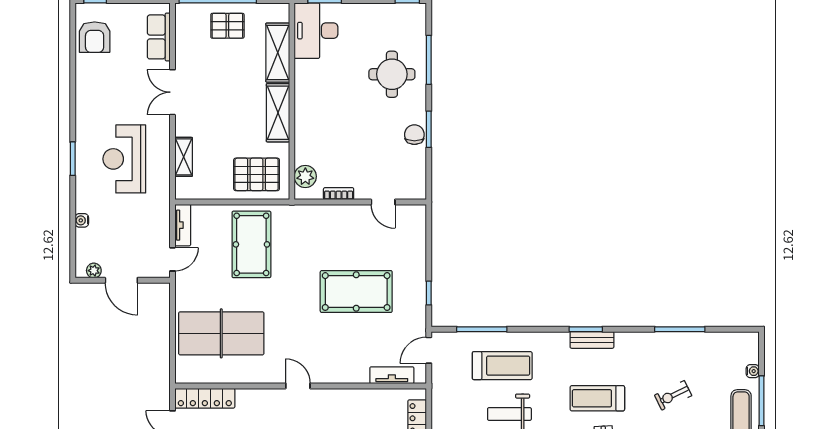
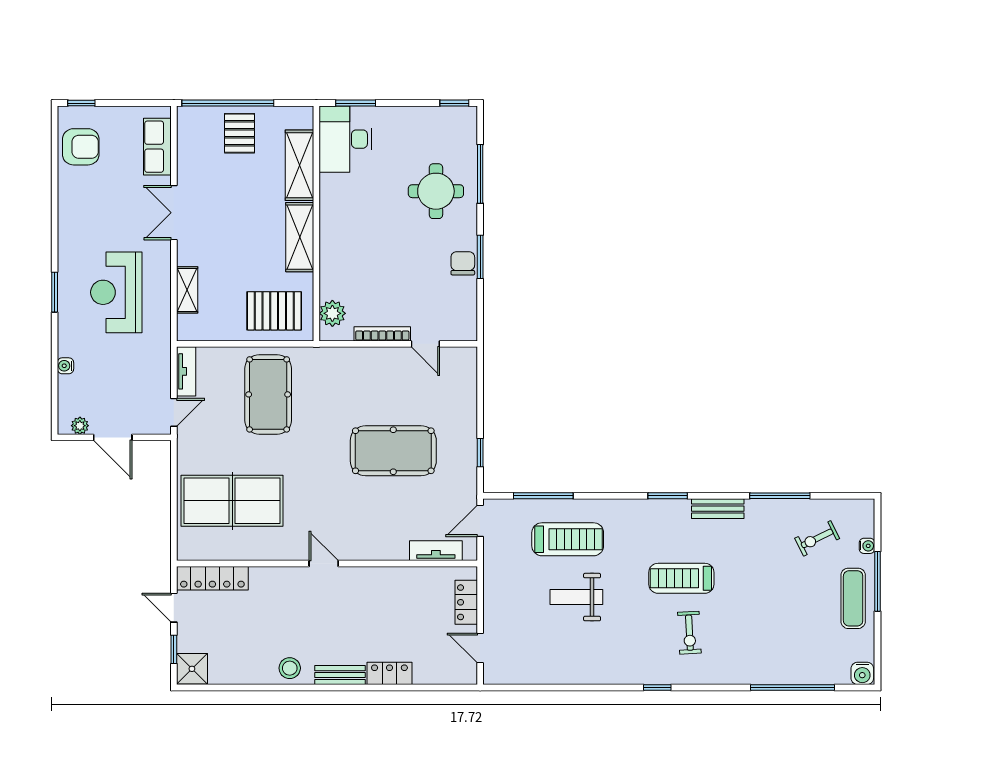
pallet: (227, 26) -> (239, 133), turned 90
armchair: (95, 37) -> (81, 147), turned -90
bookcase: (339, 194) -> (382, 334), width x1.56
bench: (592, 340) -> (718, 509), moved
exercise bike: (673, 395) -> (817, 538), moved

